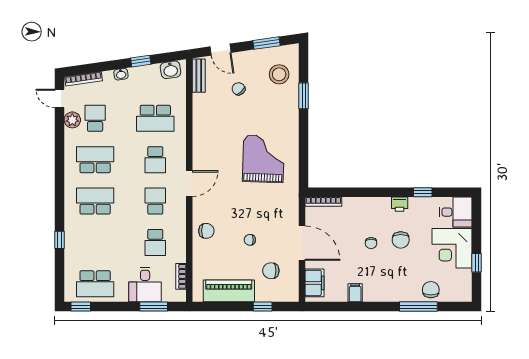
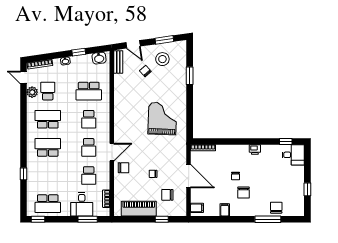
stool: (279, 74) -> (162, 59), moved
door: (189, 184) -> (112, 152), moved
window: (423, 192) -> (286, 141), moved
school desk: (155, 201) -> (89, 147), turned 180
chair: (401, 240) -> (243, 193), moved
corner desk: (452, 248) -> (291, 180), removed
filing cabinet: (314, 283) -> (197, 208), width x0.50

